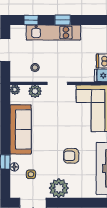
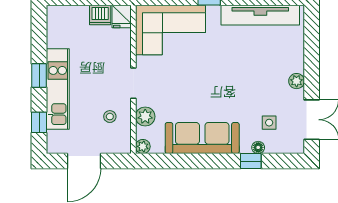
armchair: (71, 156) -> (242, 63), removed
plant: (59, 188) -> (297, 81), width x0.53, depth x0.53

